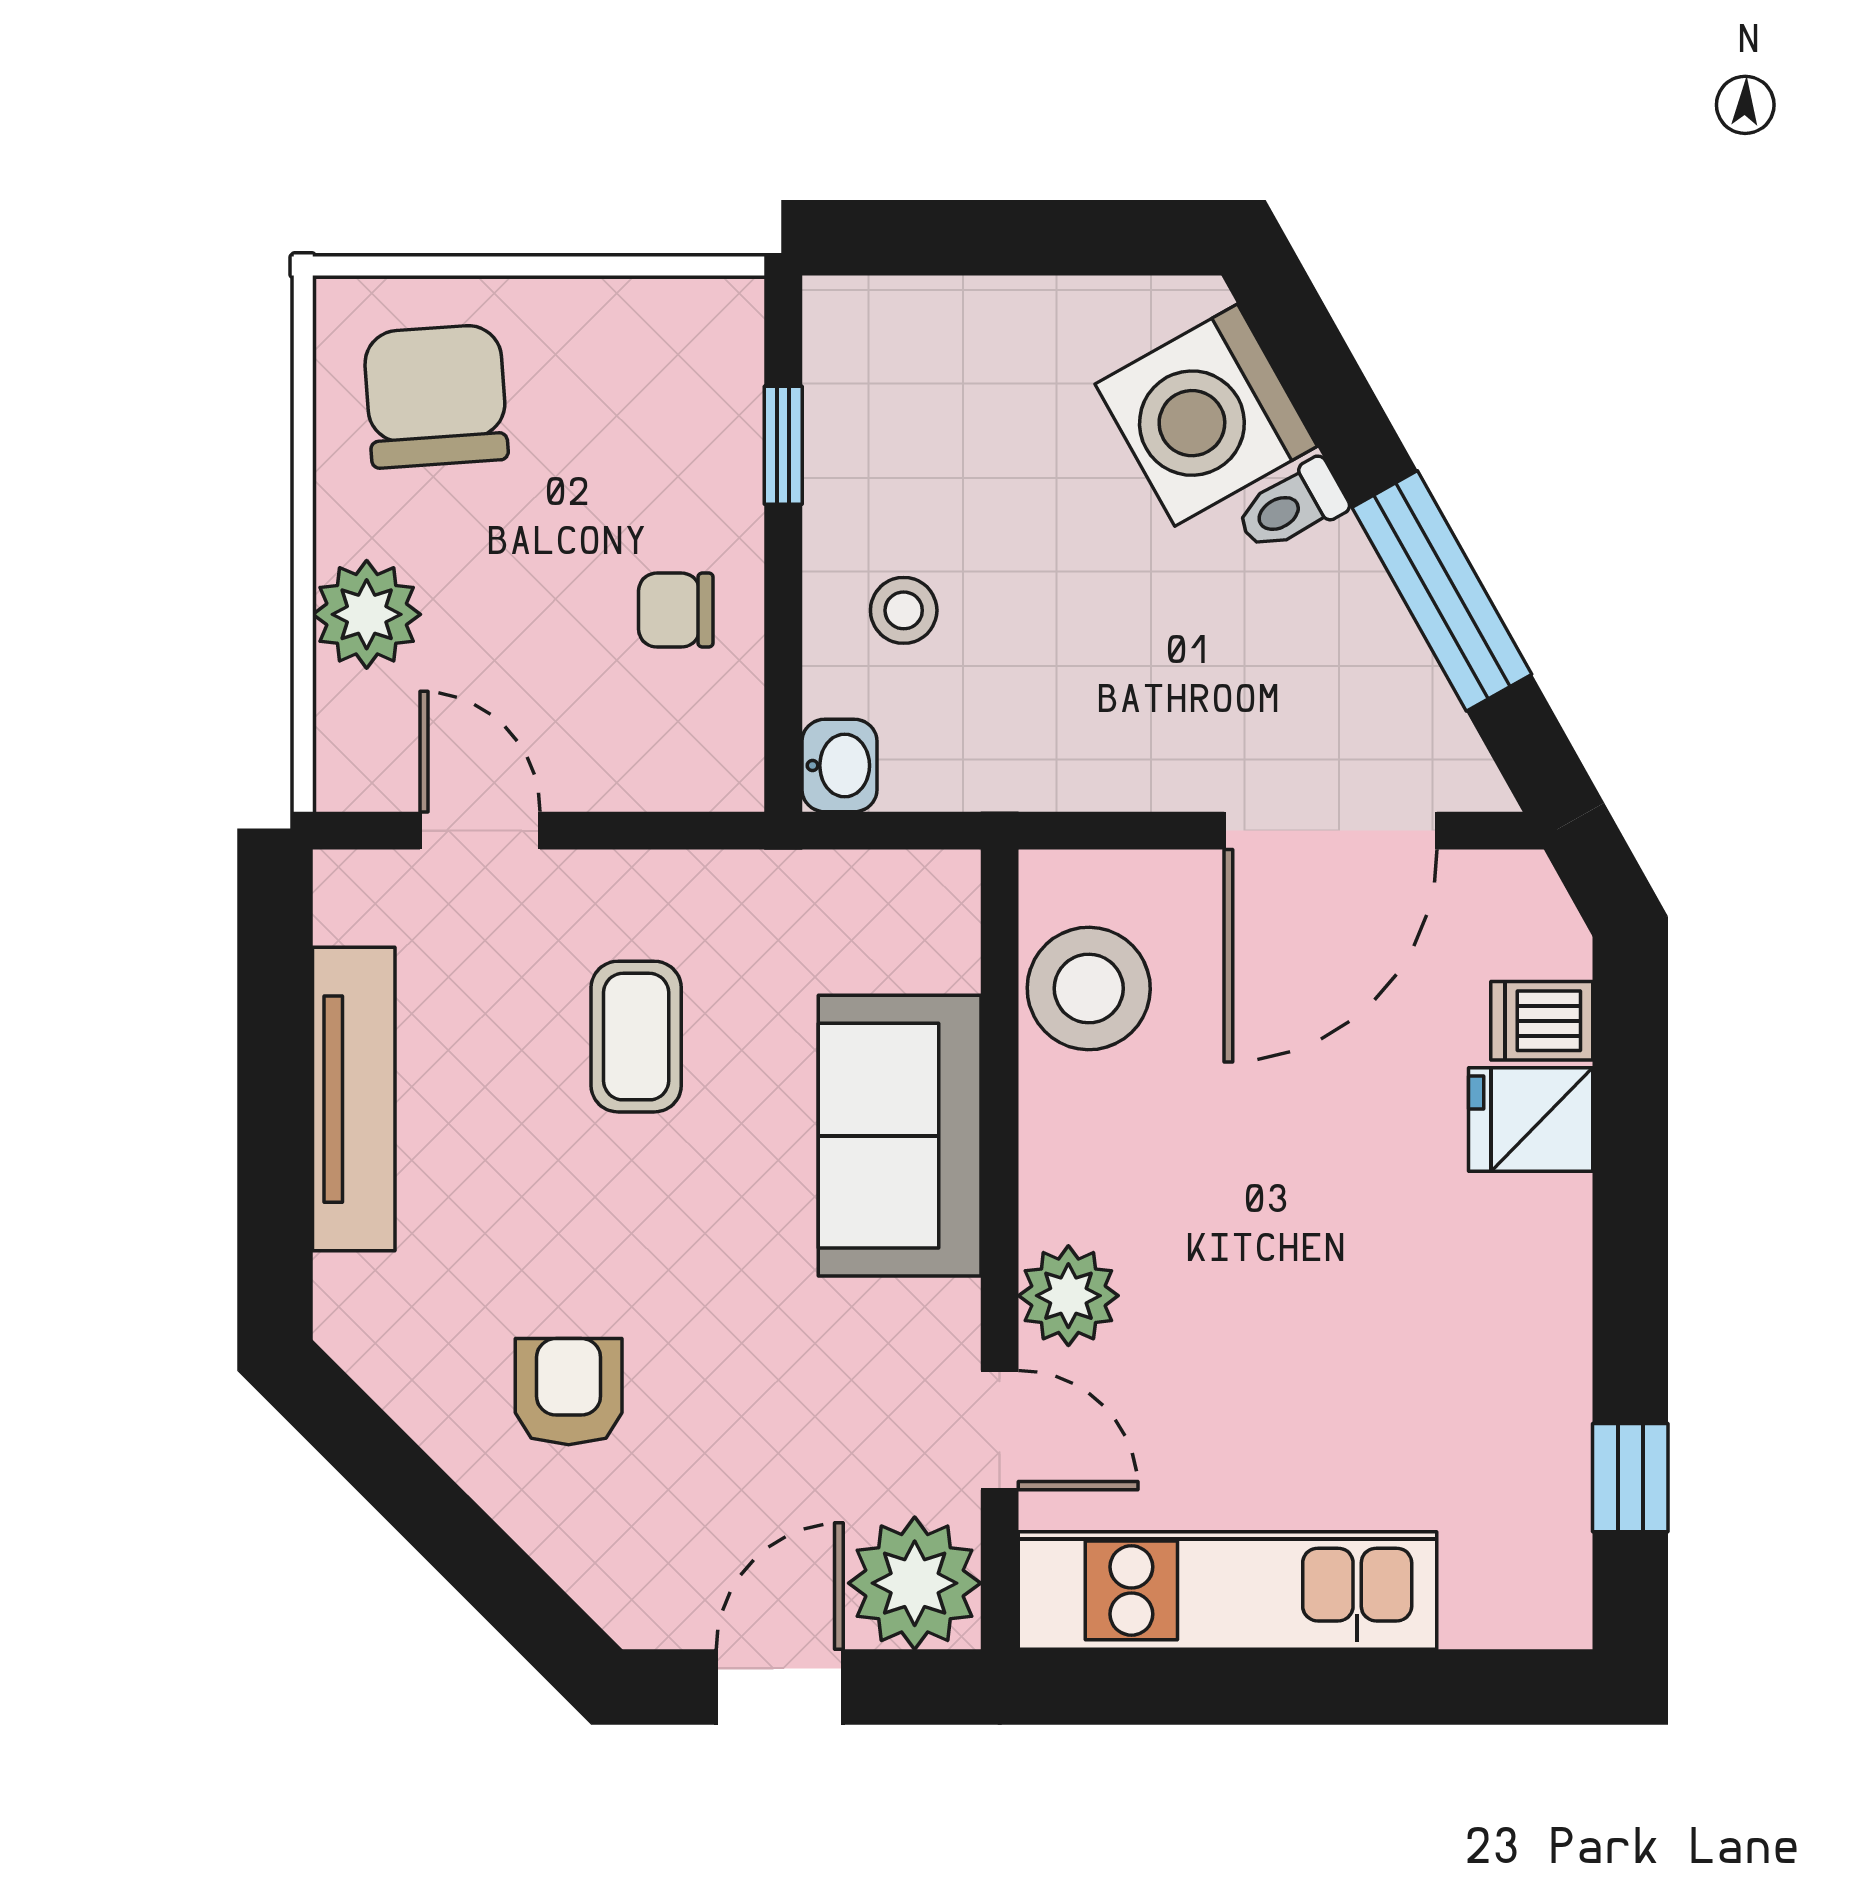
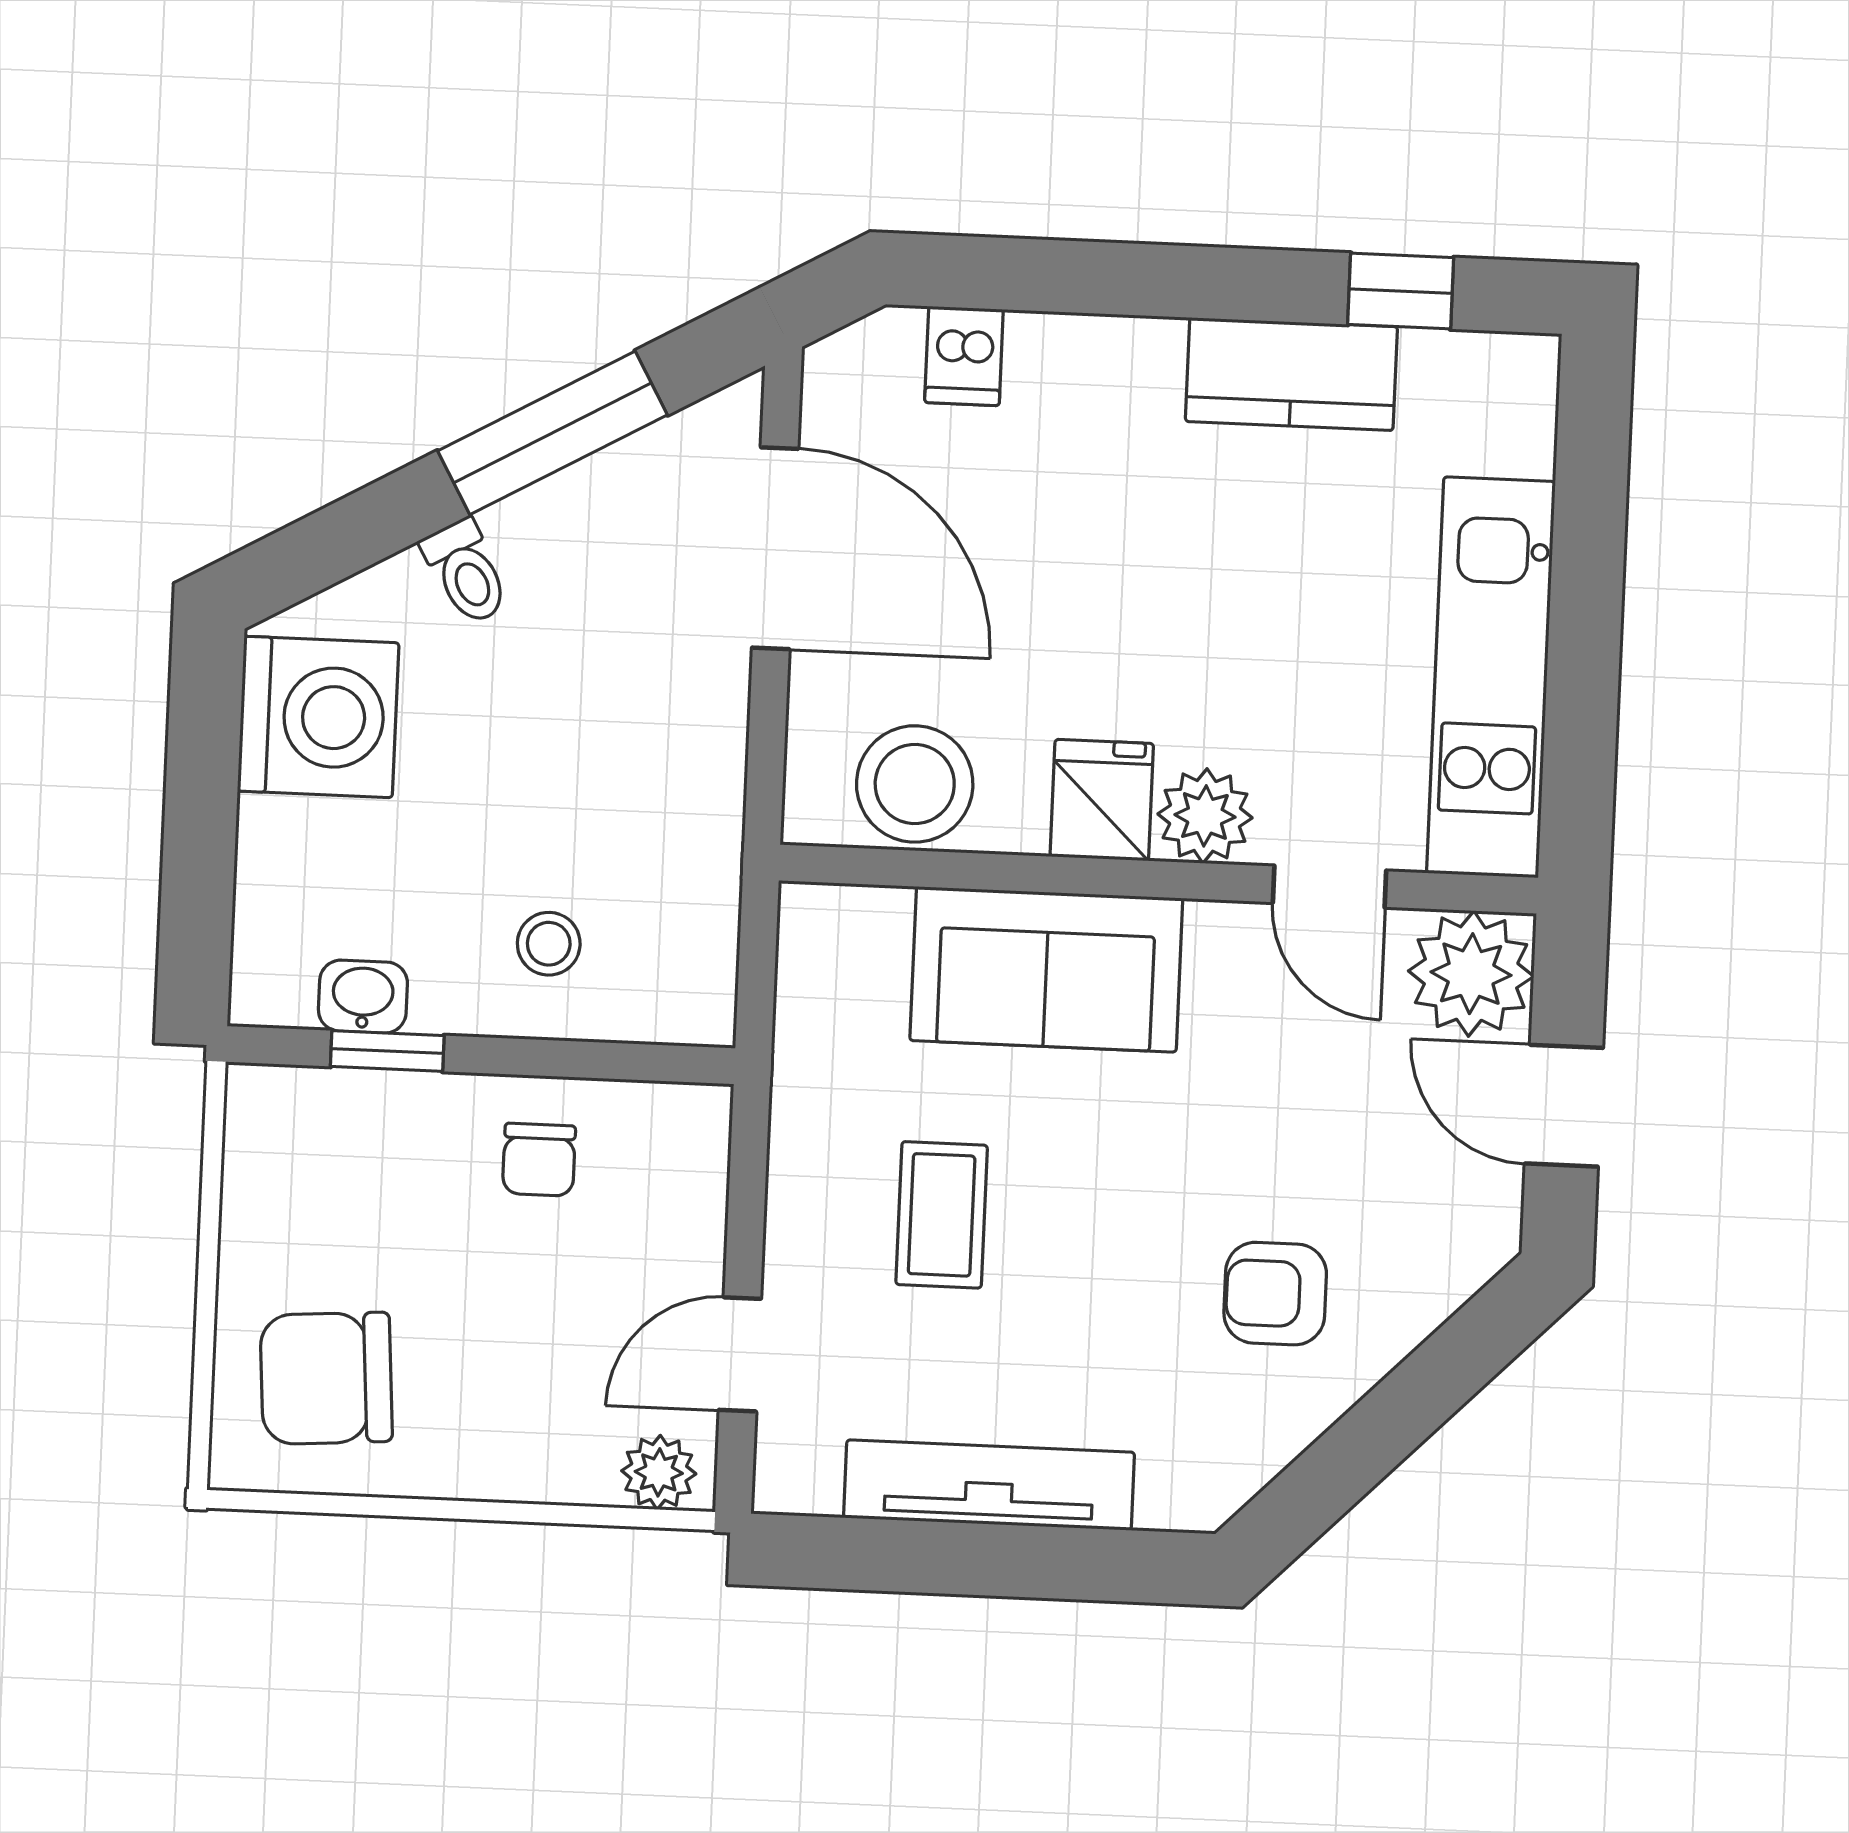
washing machine: (1206, 415) -> (318, 717), moved, turned -61
plant: (367, 614) -> (659, 1472), moved, width x0.73, depth x0.73
washbasin: (839, 766) -> (363, 997), moved
coffee table: (636, 1037) -> (942, 1215), turned 90
fridge: (1531, 1120) -> (1102, 800), moved, turned 180
kitchen counter: (1538, 1366) -> (1291, 374), added
door: (1000, 1430) -> (1330, 887), swing flipped

